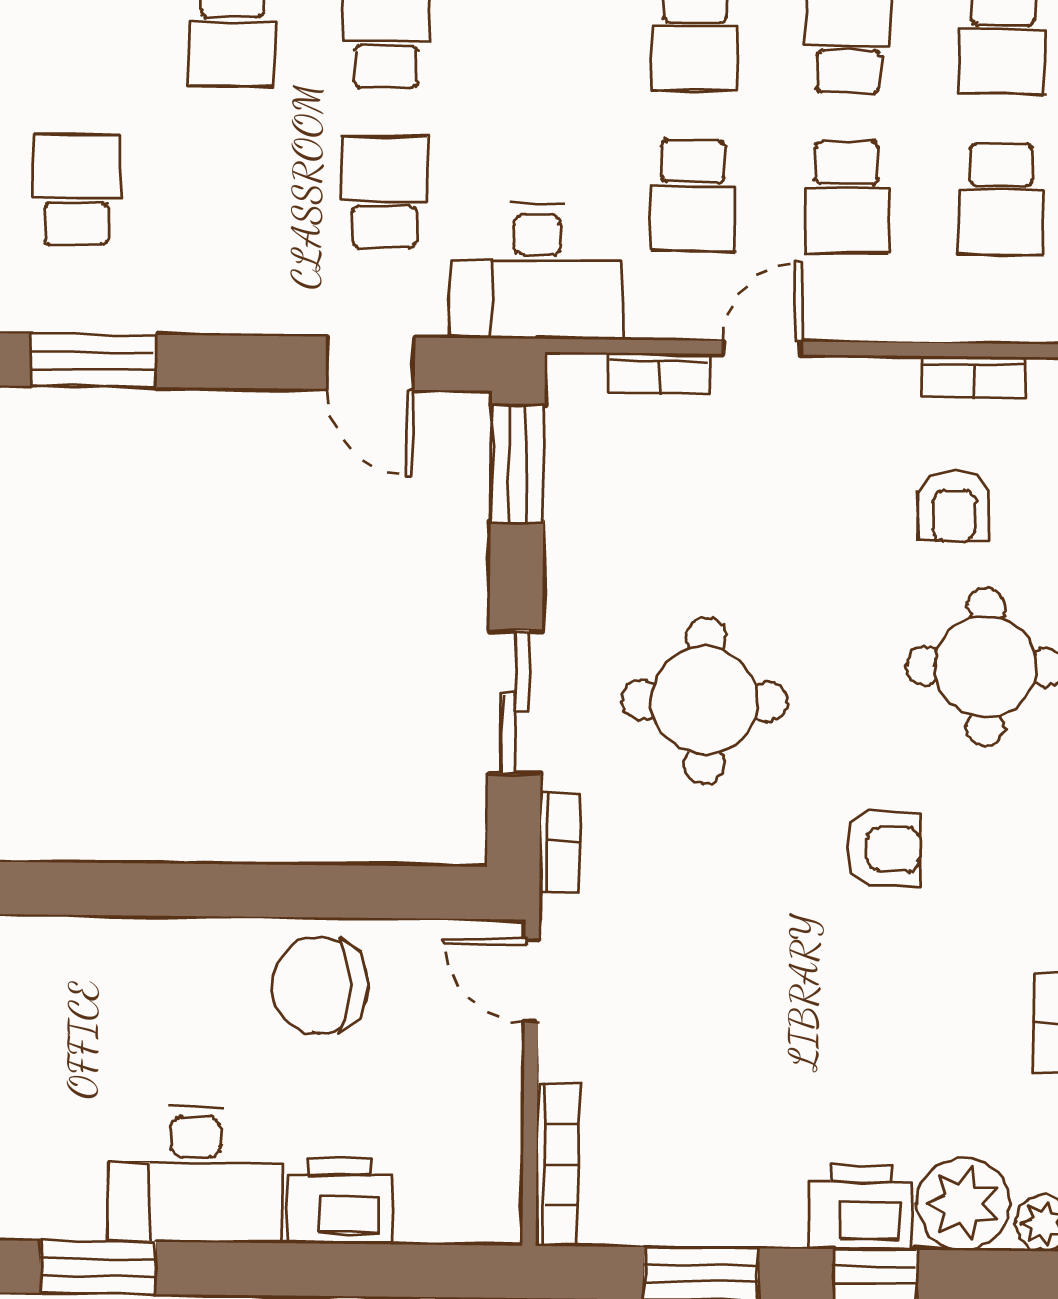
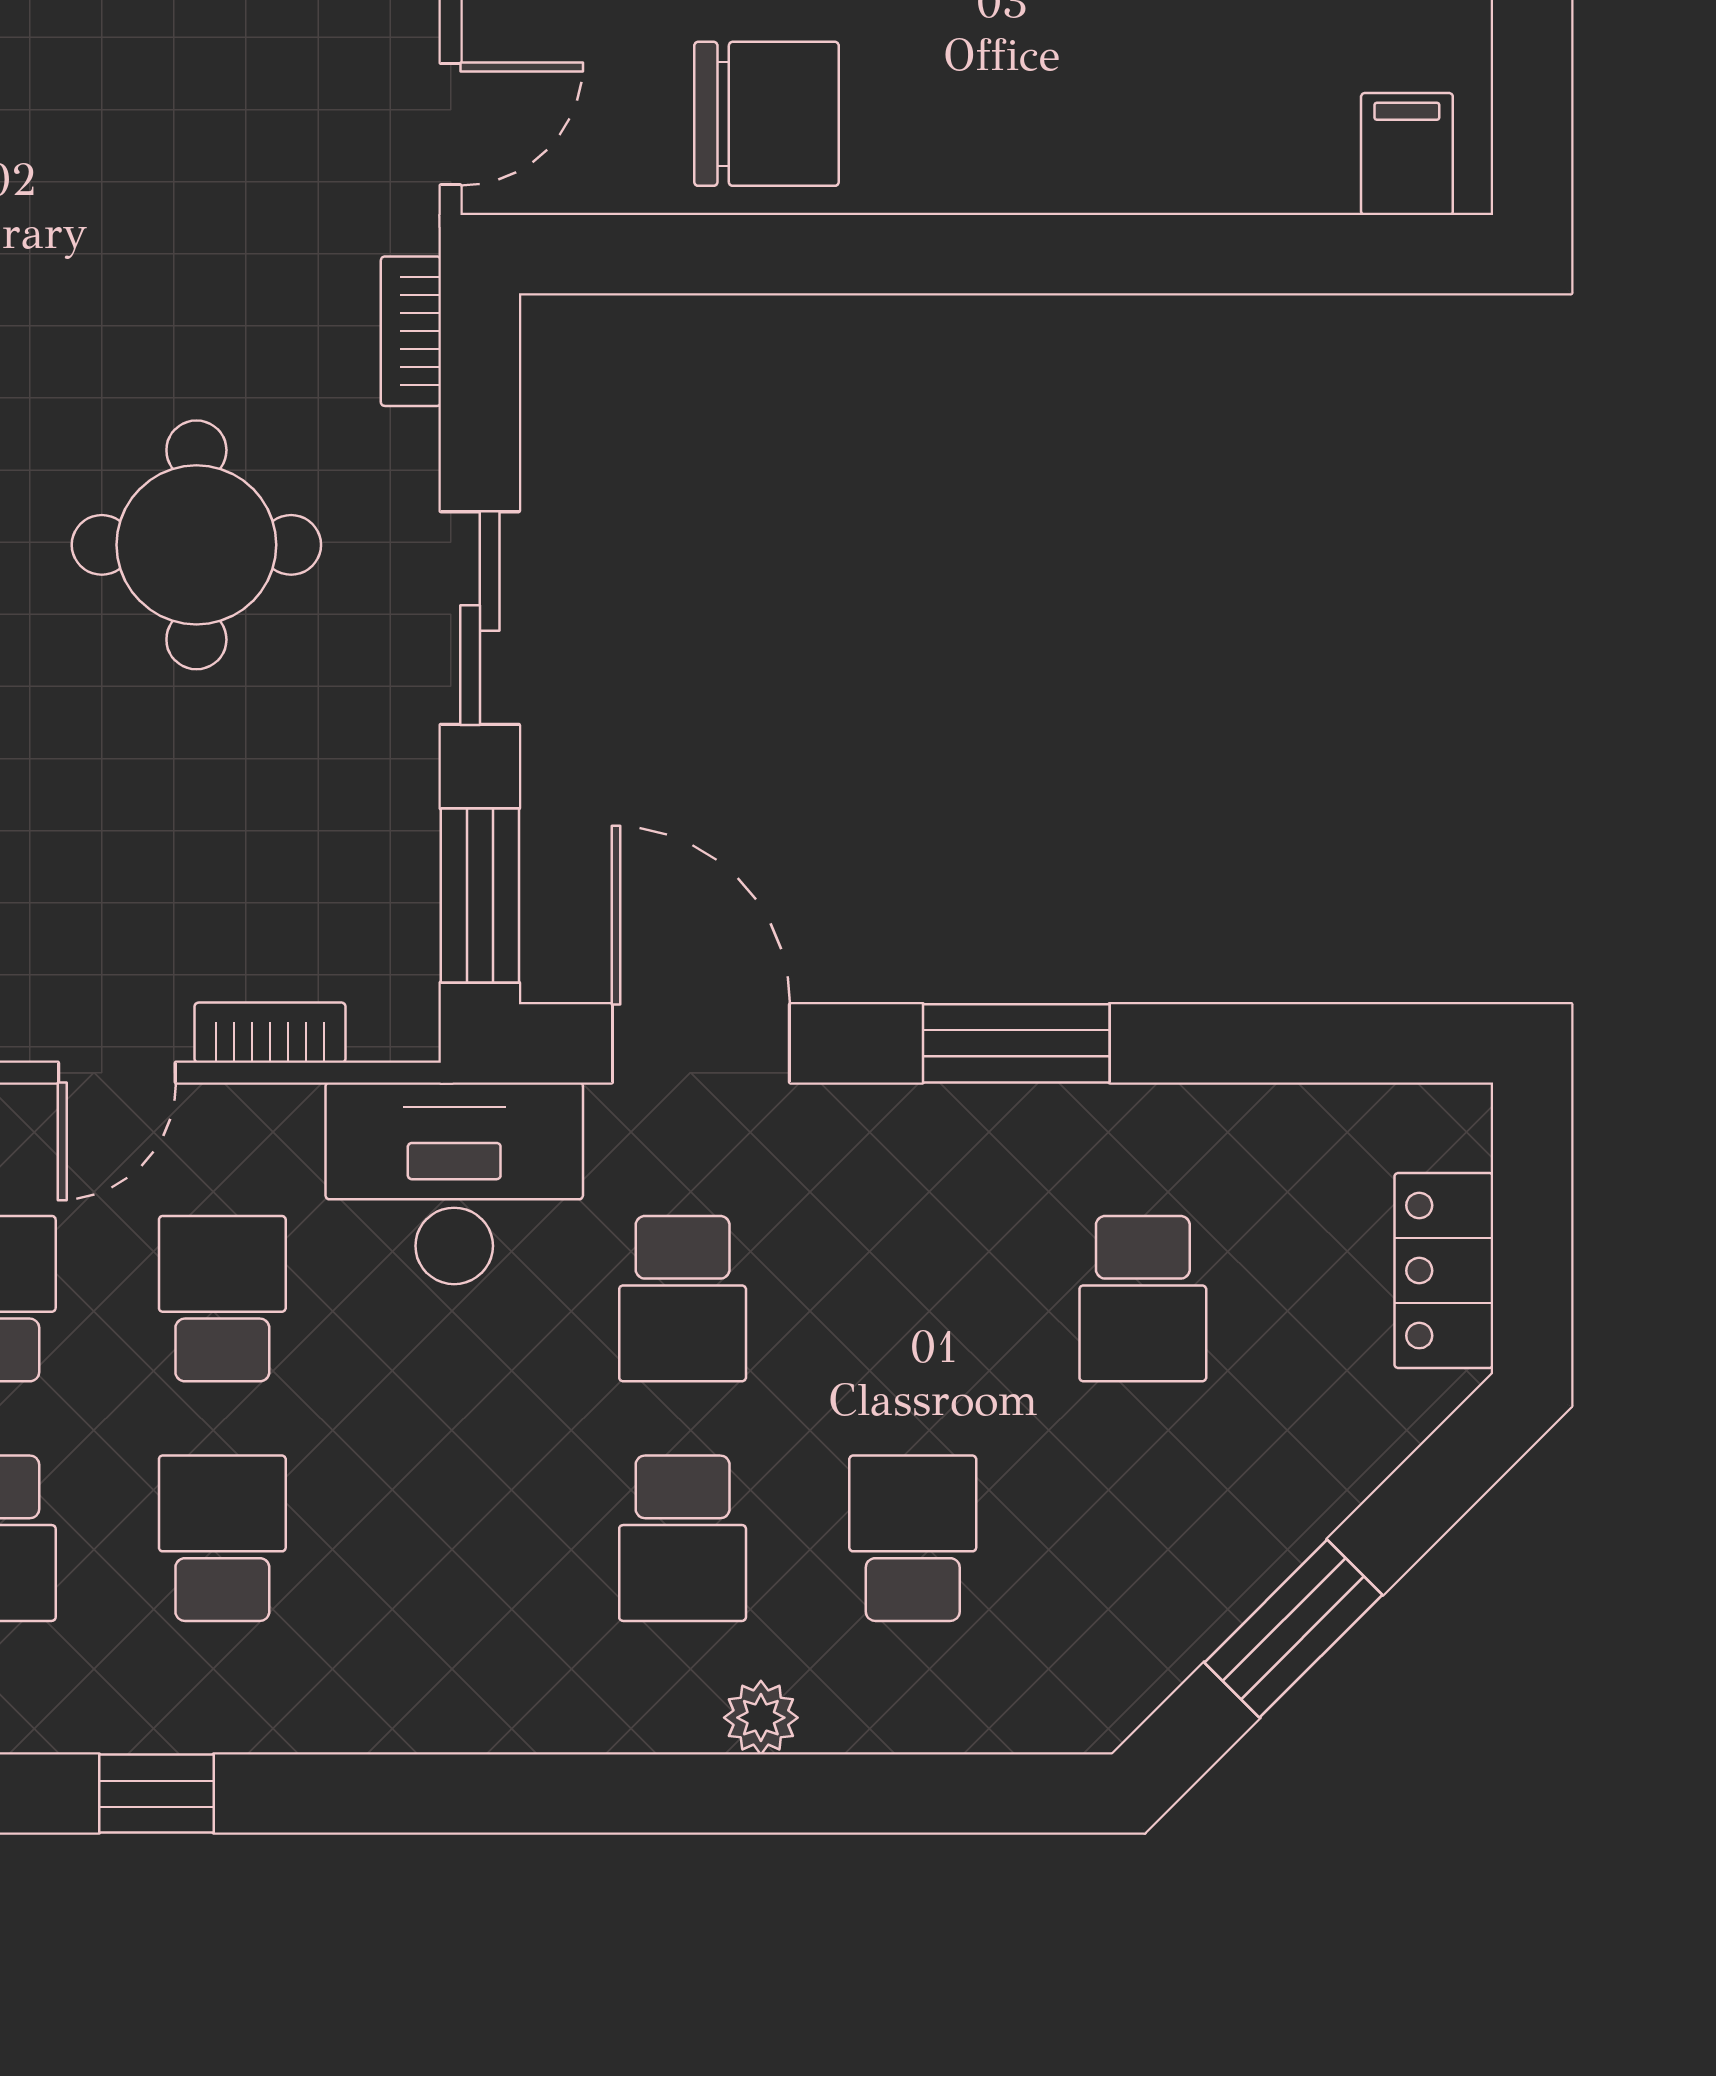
window: (94, 360) -> (1016, 1043), moved
door: (371, 363) -> (701, 1043), width x1.38
sliding door: (515, 702) -> (480, 618), moved
door: (532, 981) -> (451, 124), hinge flipped

